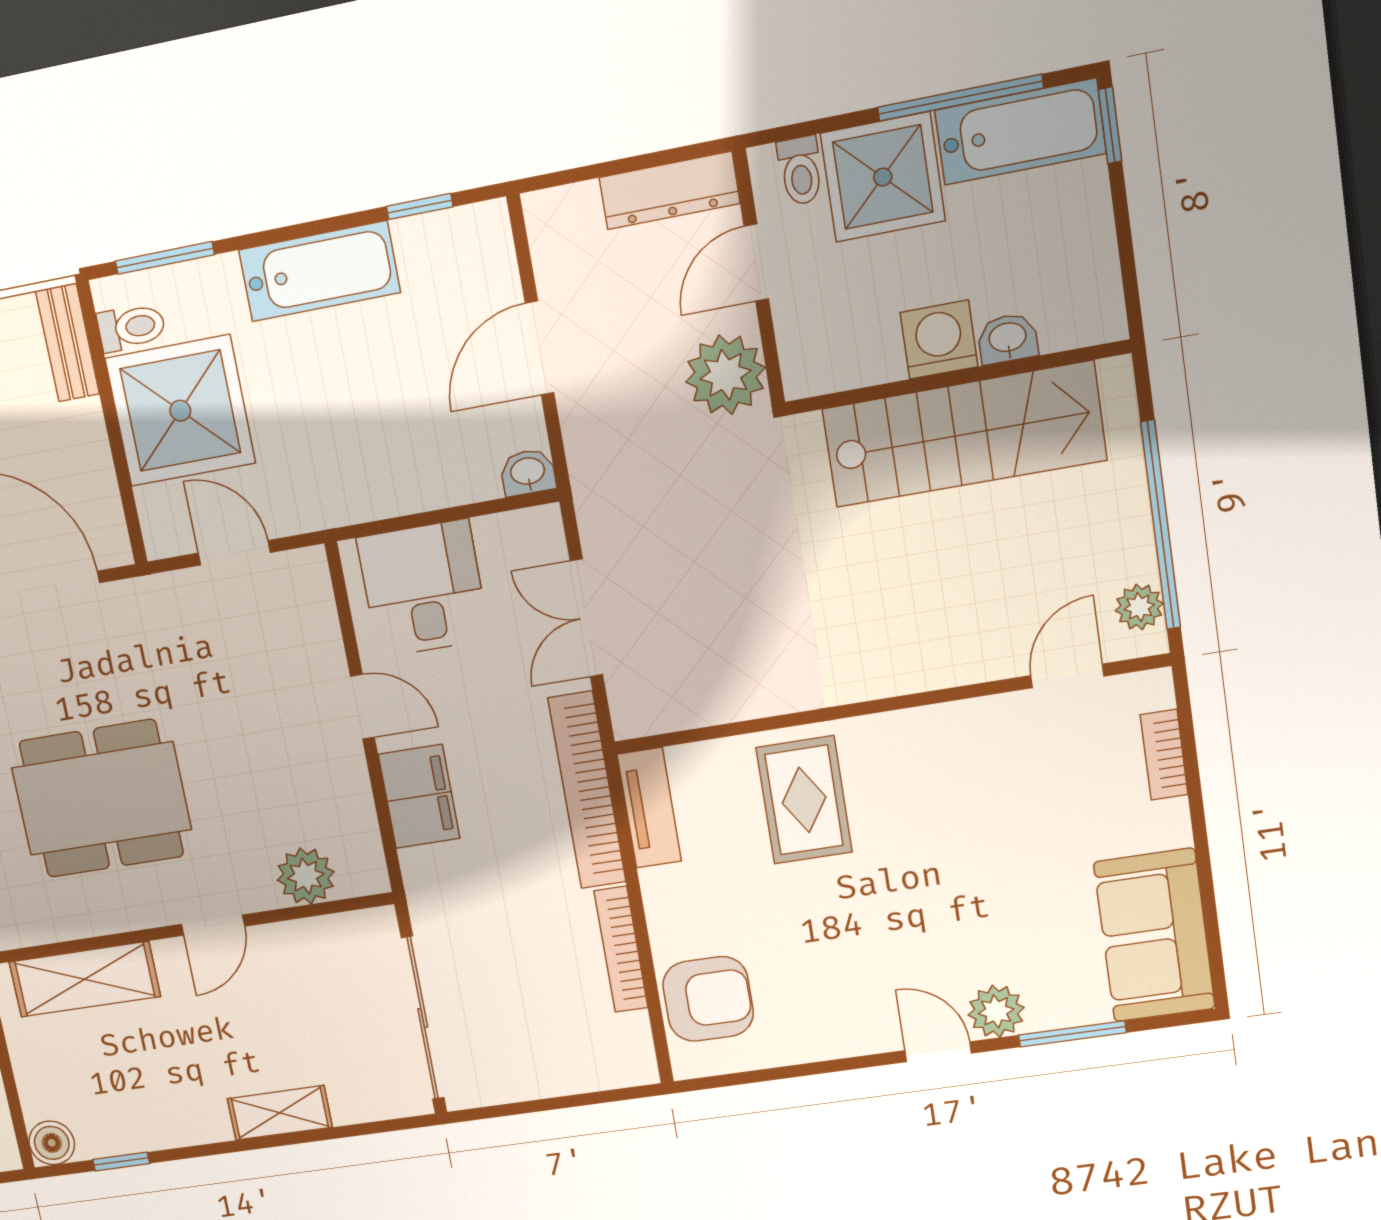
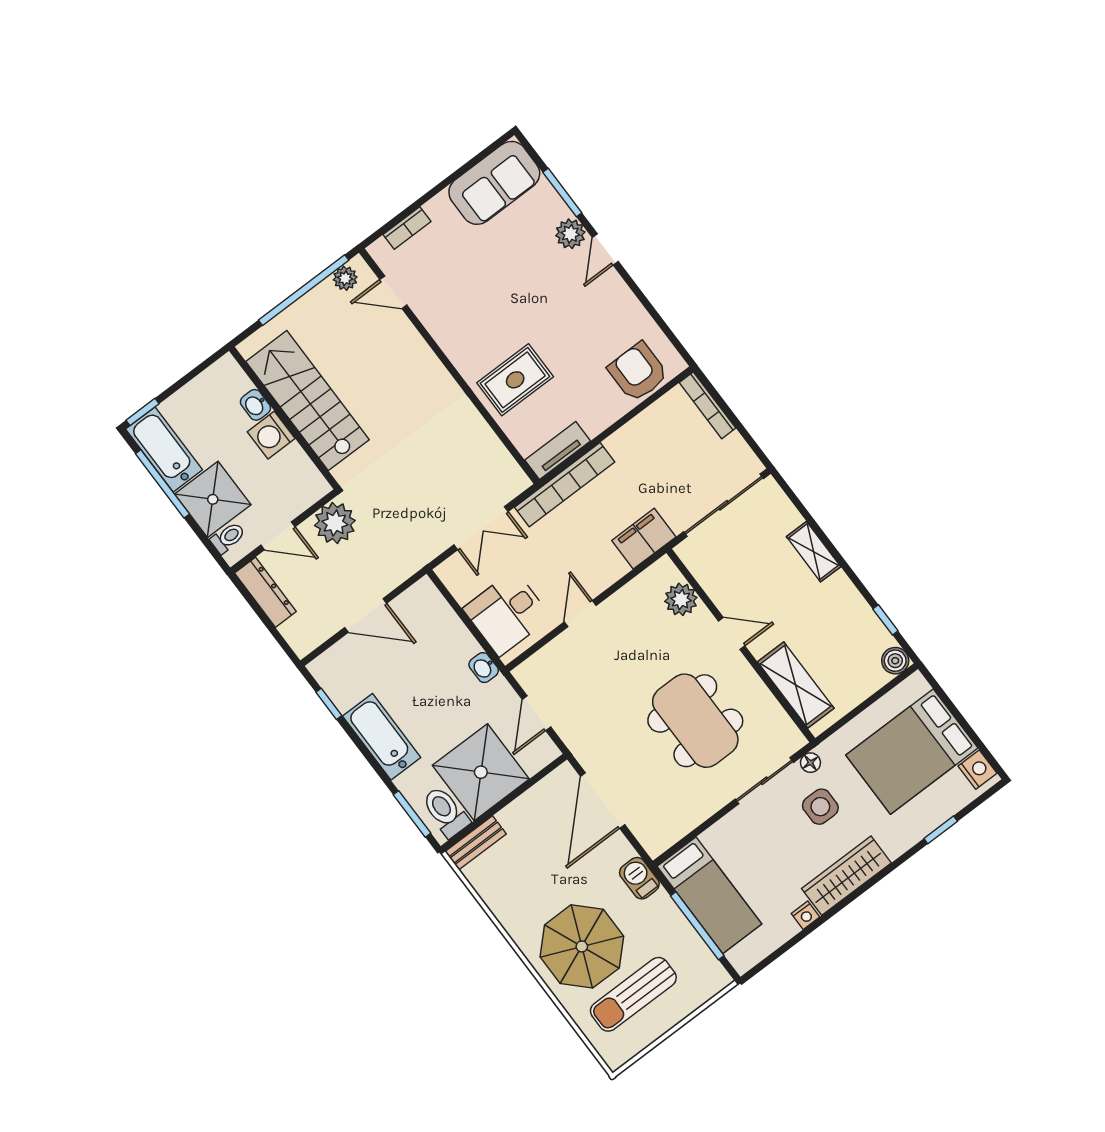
toilet: (131, 327) -> (446, 812), width x1.37, depth x1.39
washbasin: (528, 472) -> (484, 668), moved
filing cabinet: (419, 796) -> (644, 539), moved
bookcase: (621, 949) -> (708, 405), moved, turned 90

